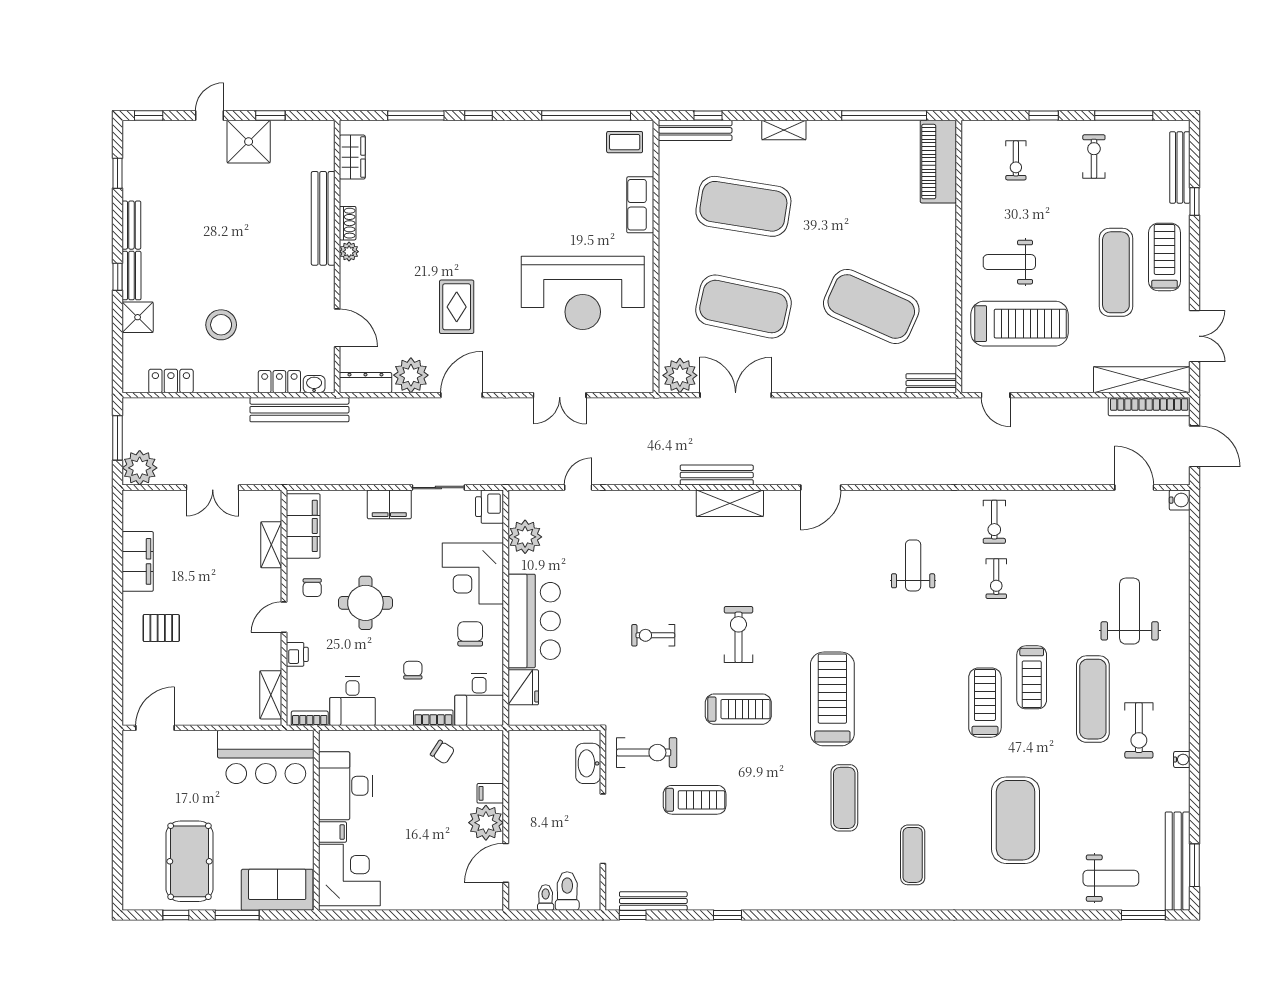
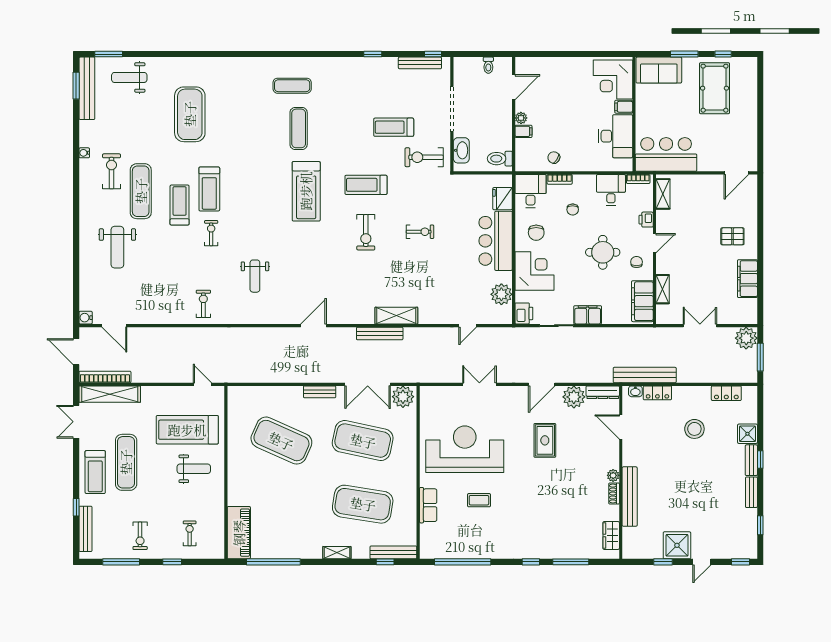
coffee table: (625, 142) -> (479, 500), moved
bench: (931, 383) -> (320, 392), moved
shelving: (730, 503) -> (396, 316), moved
exercise bike: (996, 579) -> (211, 233), moved
plant: (486, 823) -> (521, 118), width x0.53, depth x0.53
exercise mat: (913, 855) -> (292, 86), moved, turned 90
toilet: (567, 891) -> (500, 159), moved, turned 90

